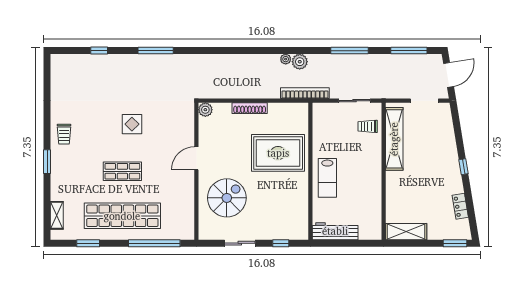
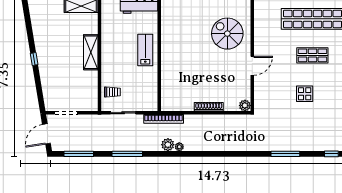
shelving: (394, 139) -> (91, 52), moved, width x0.68
rug: (278, 153) -> (186, 70), removed
spiral stairs: (227, 198) -> (227, 34), turned 90
locker: (460, 206) -> (37, 27), removed

